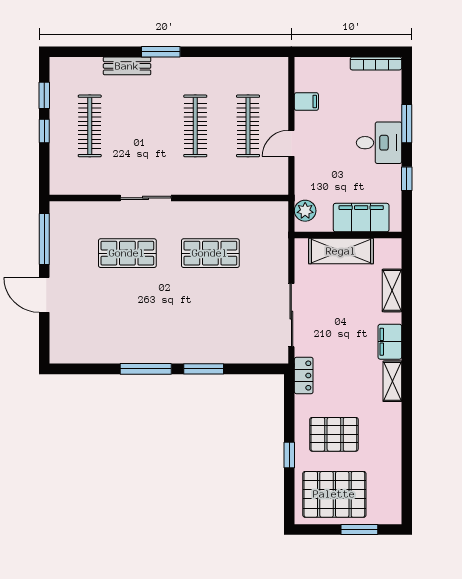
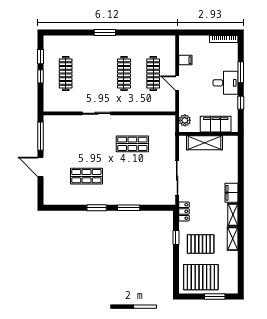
bench: (127, 66) -> (86, 40), removed
door: (291, 143) -> (177, 83), hinge flipped
shop shelf: (127, 253) -> (86, 176), moved
shelving: (392, 290) -> (233, 239), moved
window: (146, 369) -> (97, 208), width x0.69
window: (289, 455) -> (176, 237), moved

